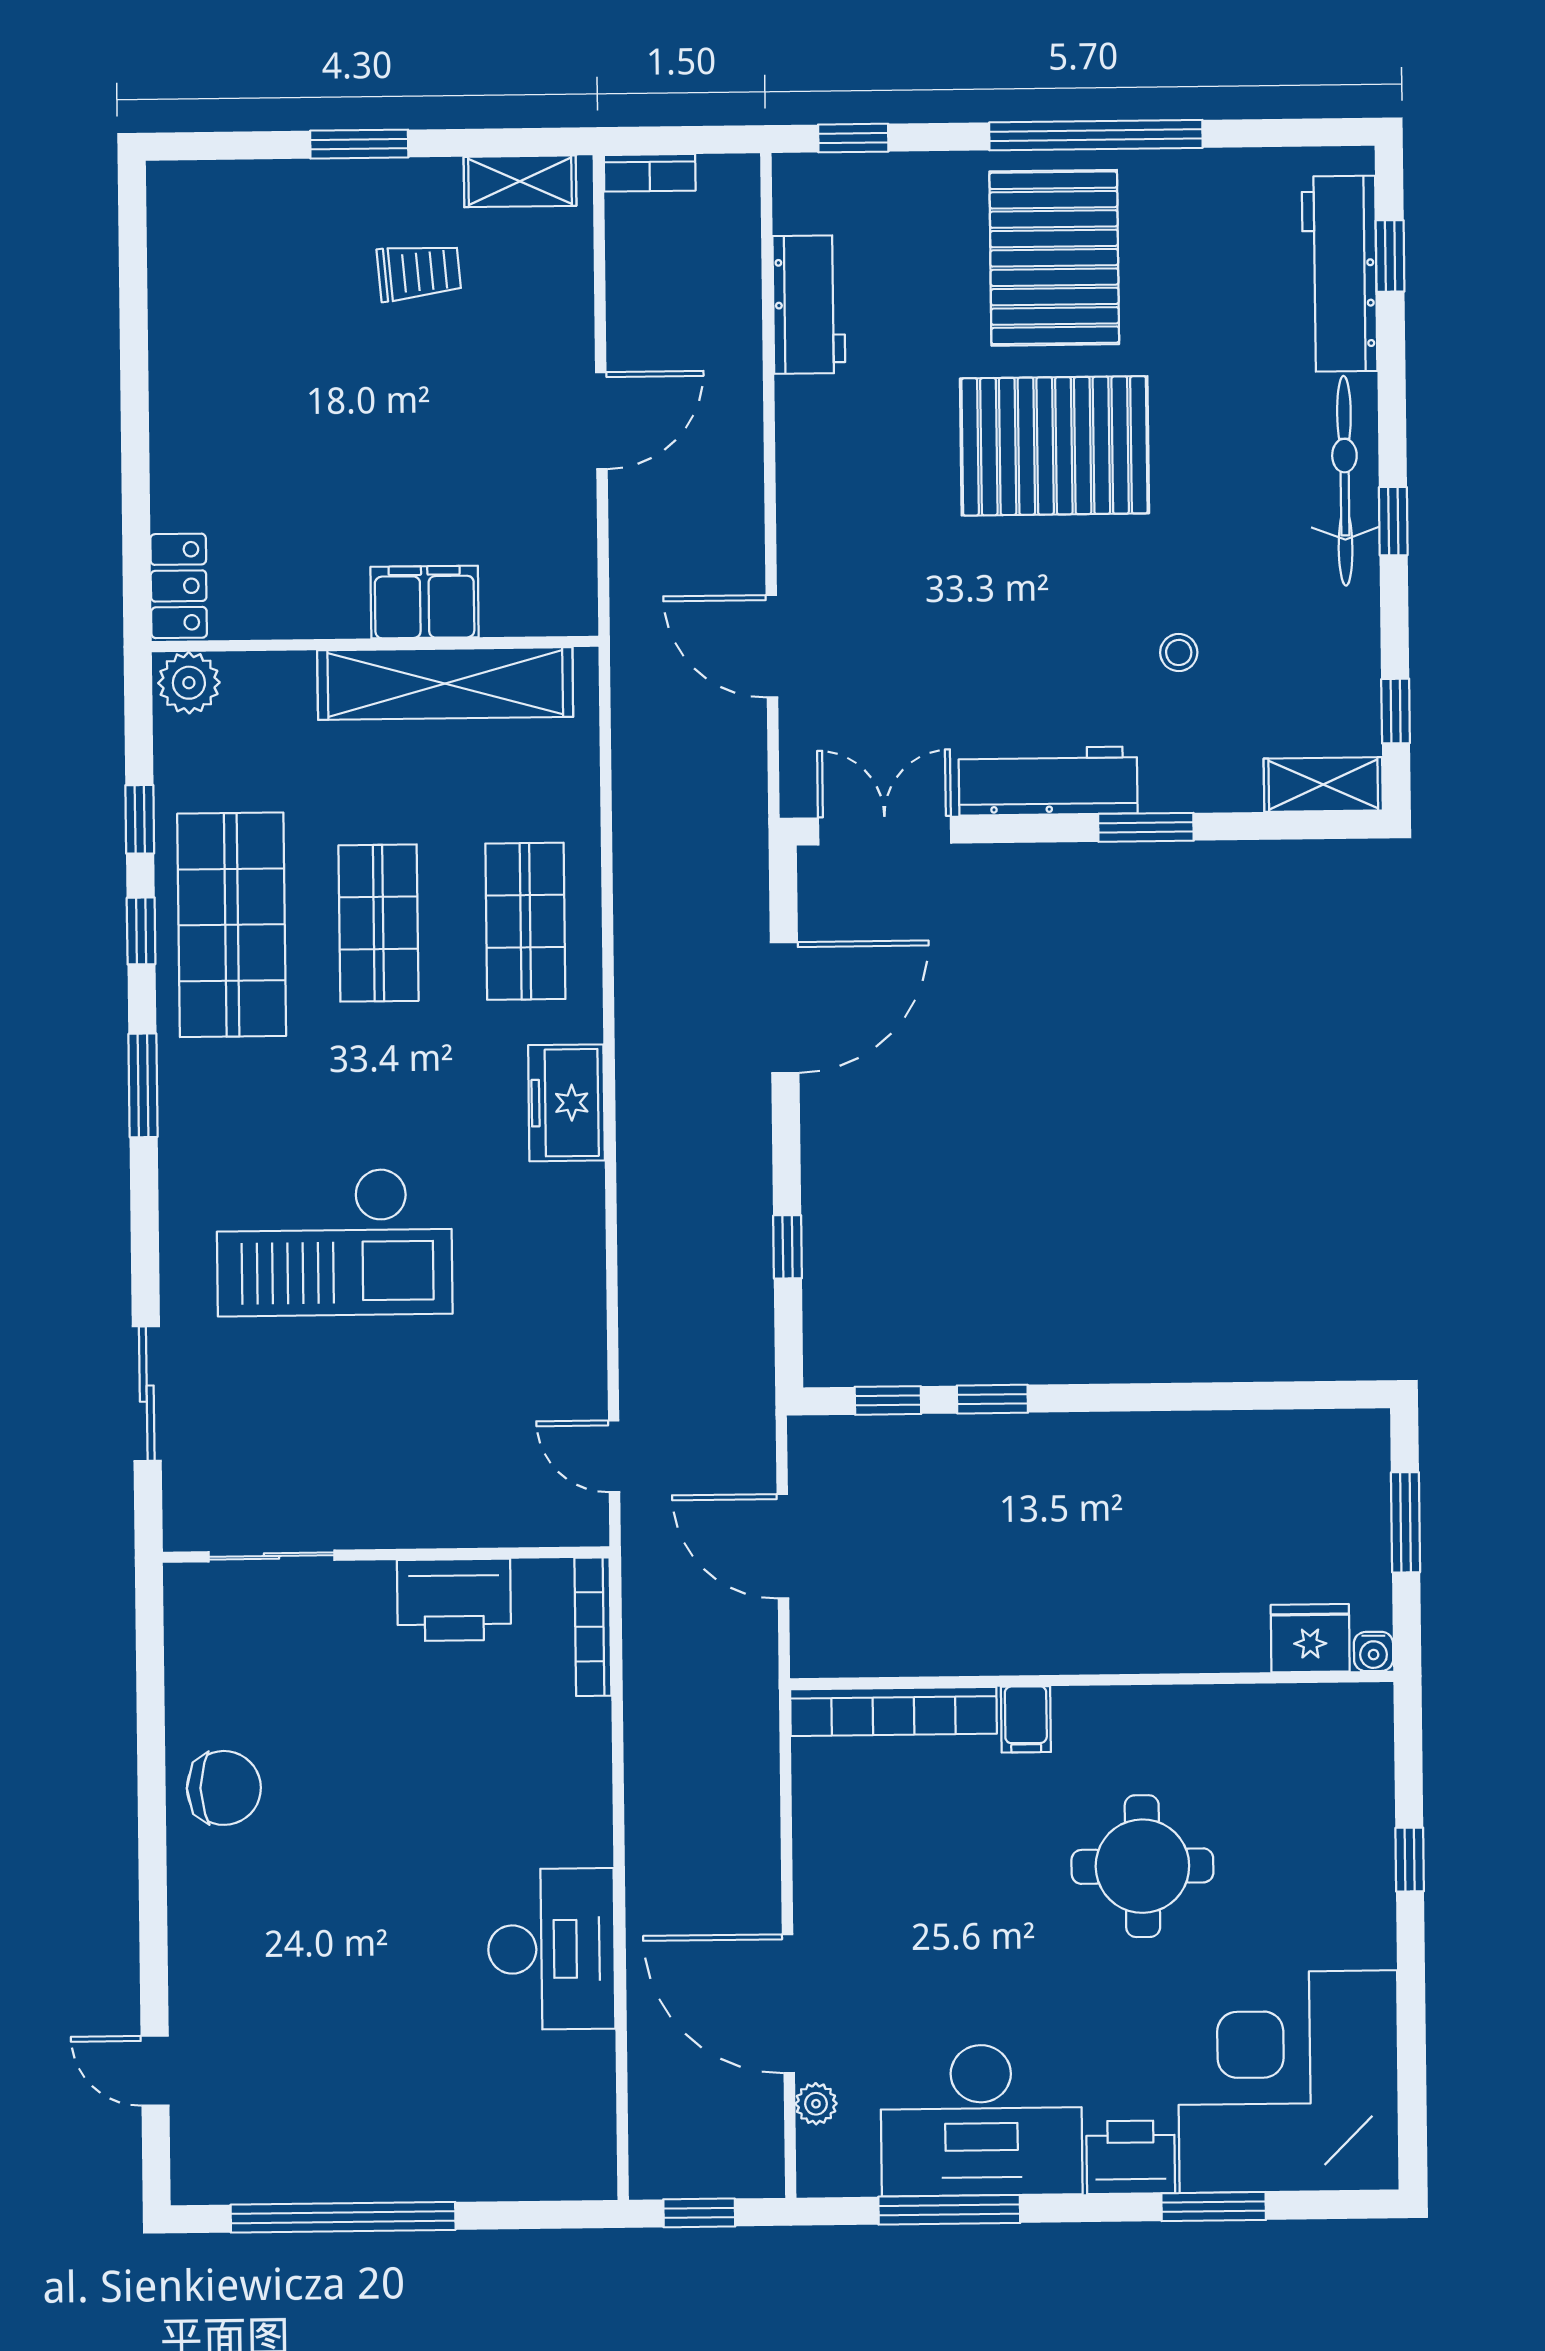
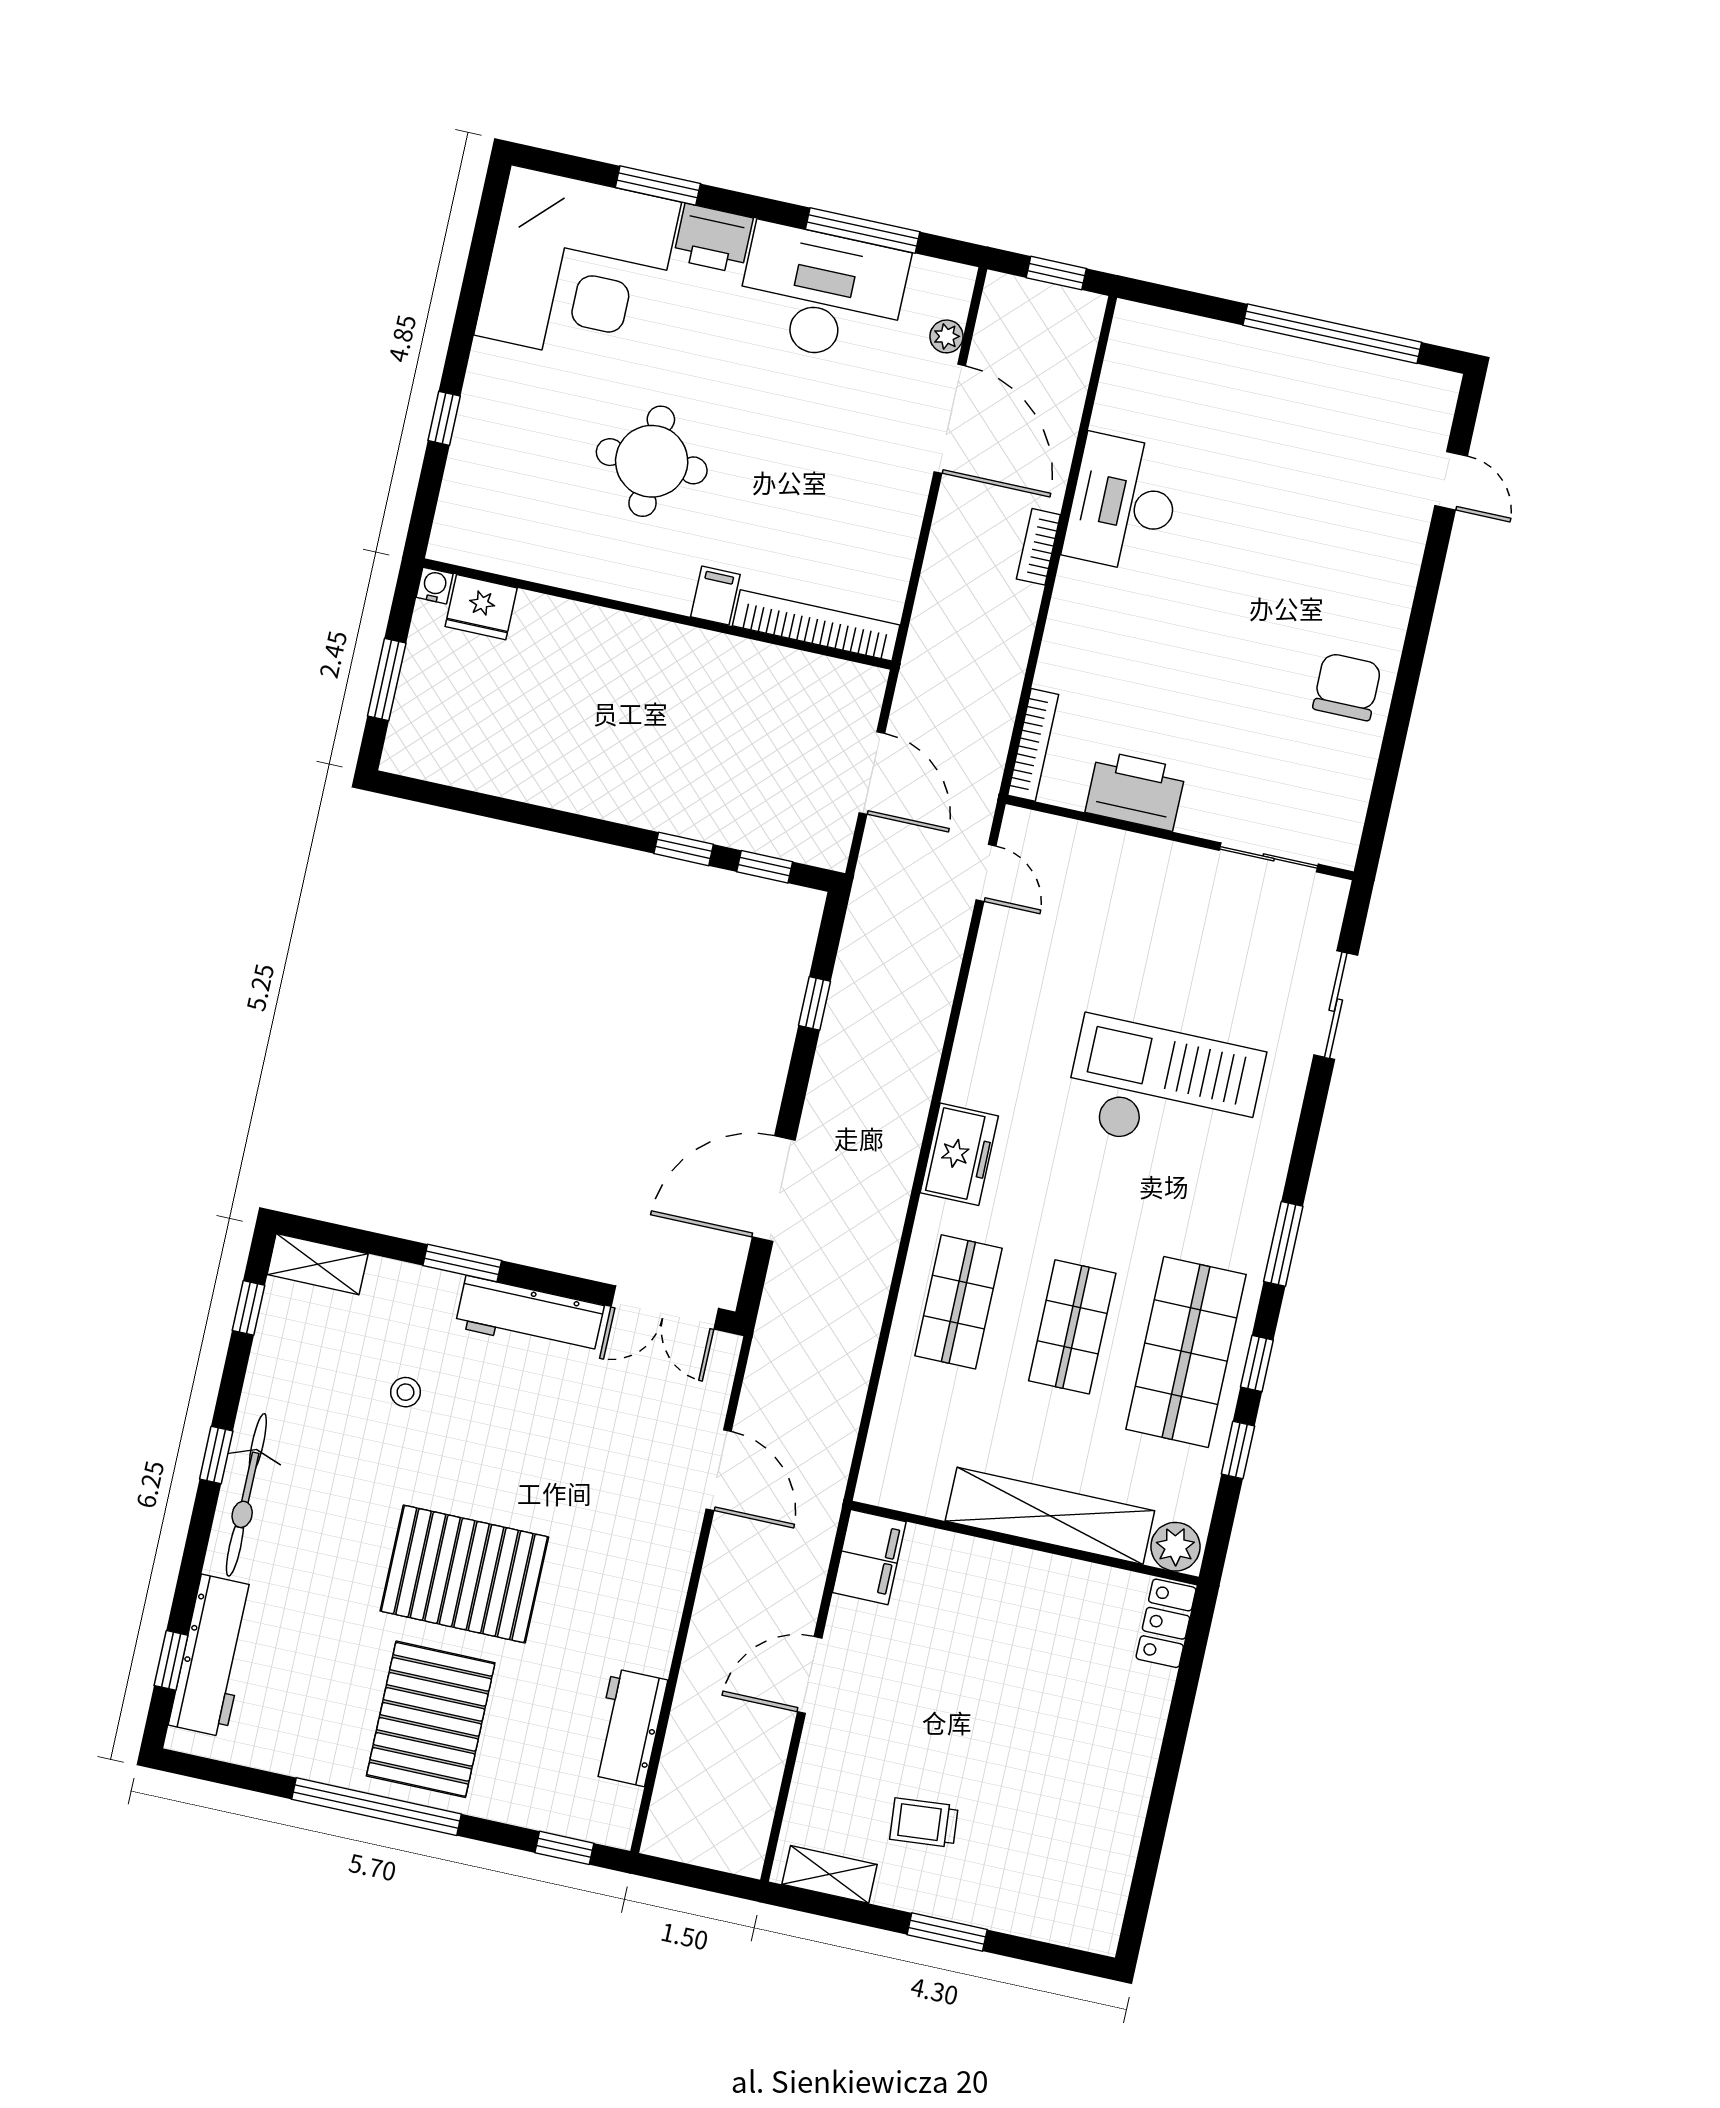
bookcase: (650, 173) -> (1038, 547), moved, turned -90
filing cabinet: (425, 602) -> (869, 1557), moved, turned -90
shelving: (445, 684) -> (1050, 1516), moved
chair: (224, 1788) -> (1347, 687), turned 90

